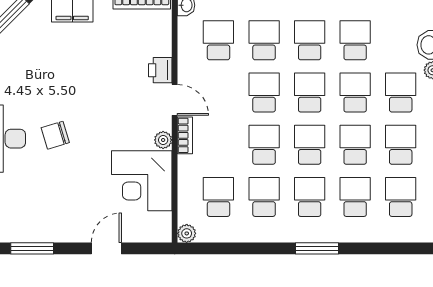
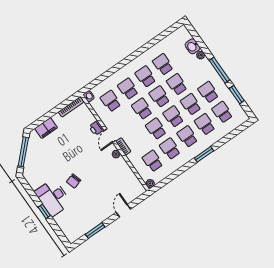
school desk: (401, 92) -> (194, 72), removed
door: (175, 100) -> (110, 136), swing flipped
corner desk: (142, 181) -> (119, 175), removed

